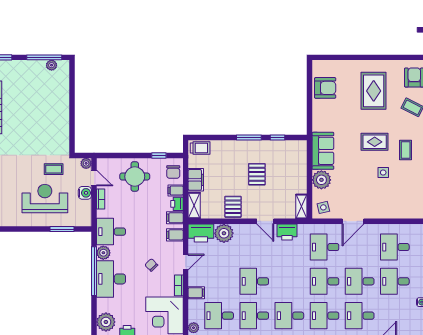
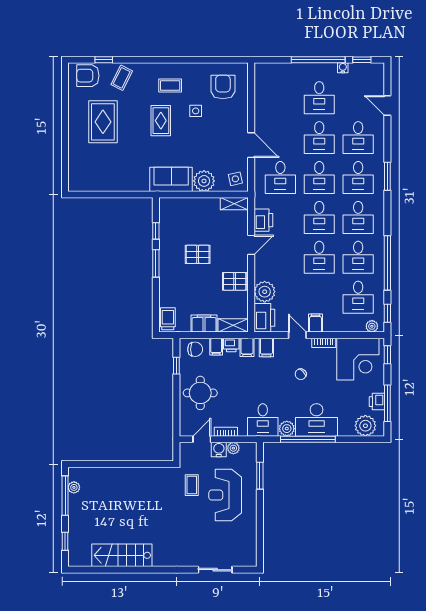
armchair: (325, 88) -> (223, 87), moved
rug: (374, 91) -> (103, 122), turned 90
plant: (86, 163) -> (233, 448), moved
desk: (395, 247) -> (319, 217), moved
filing cabinet: (196, 293) -> (315, 323), moved

